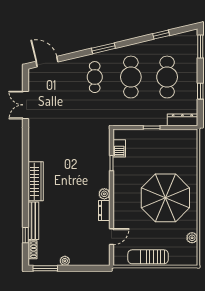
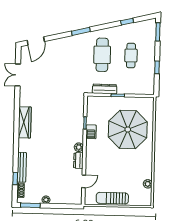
door: (47, 62) -> (36, 41), swing flipped
cafe table: (95, 77) -> (73, 54), removed
cafe table: (167, 77) -> (131, 55), width x0.73, depth x0.74
dresser: (182, 120) -> (105, 89), moved
barbecue: (119, 148) -> (91, 132), moved
wardrobe: (36, 181) -> (25, 122), moved
parasol: (165, 198) -> (128, 129), moved

